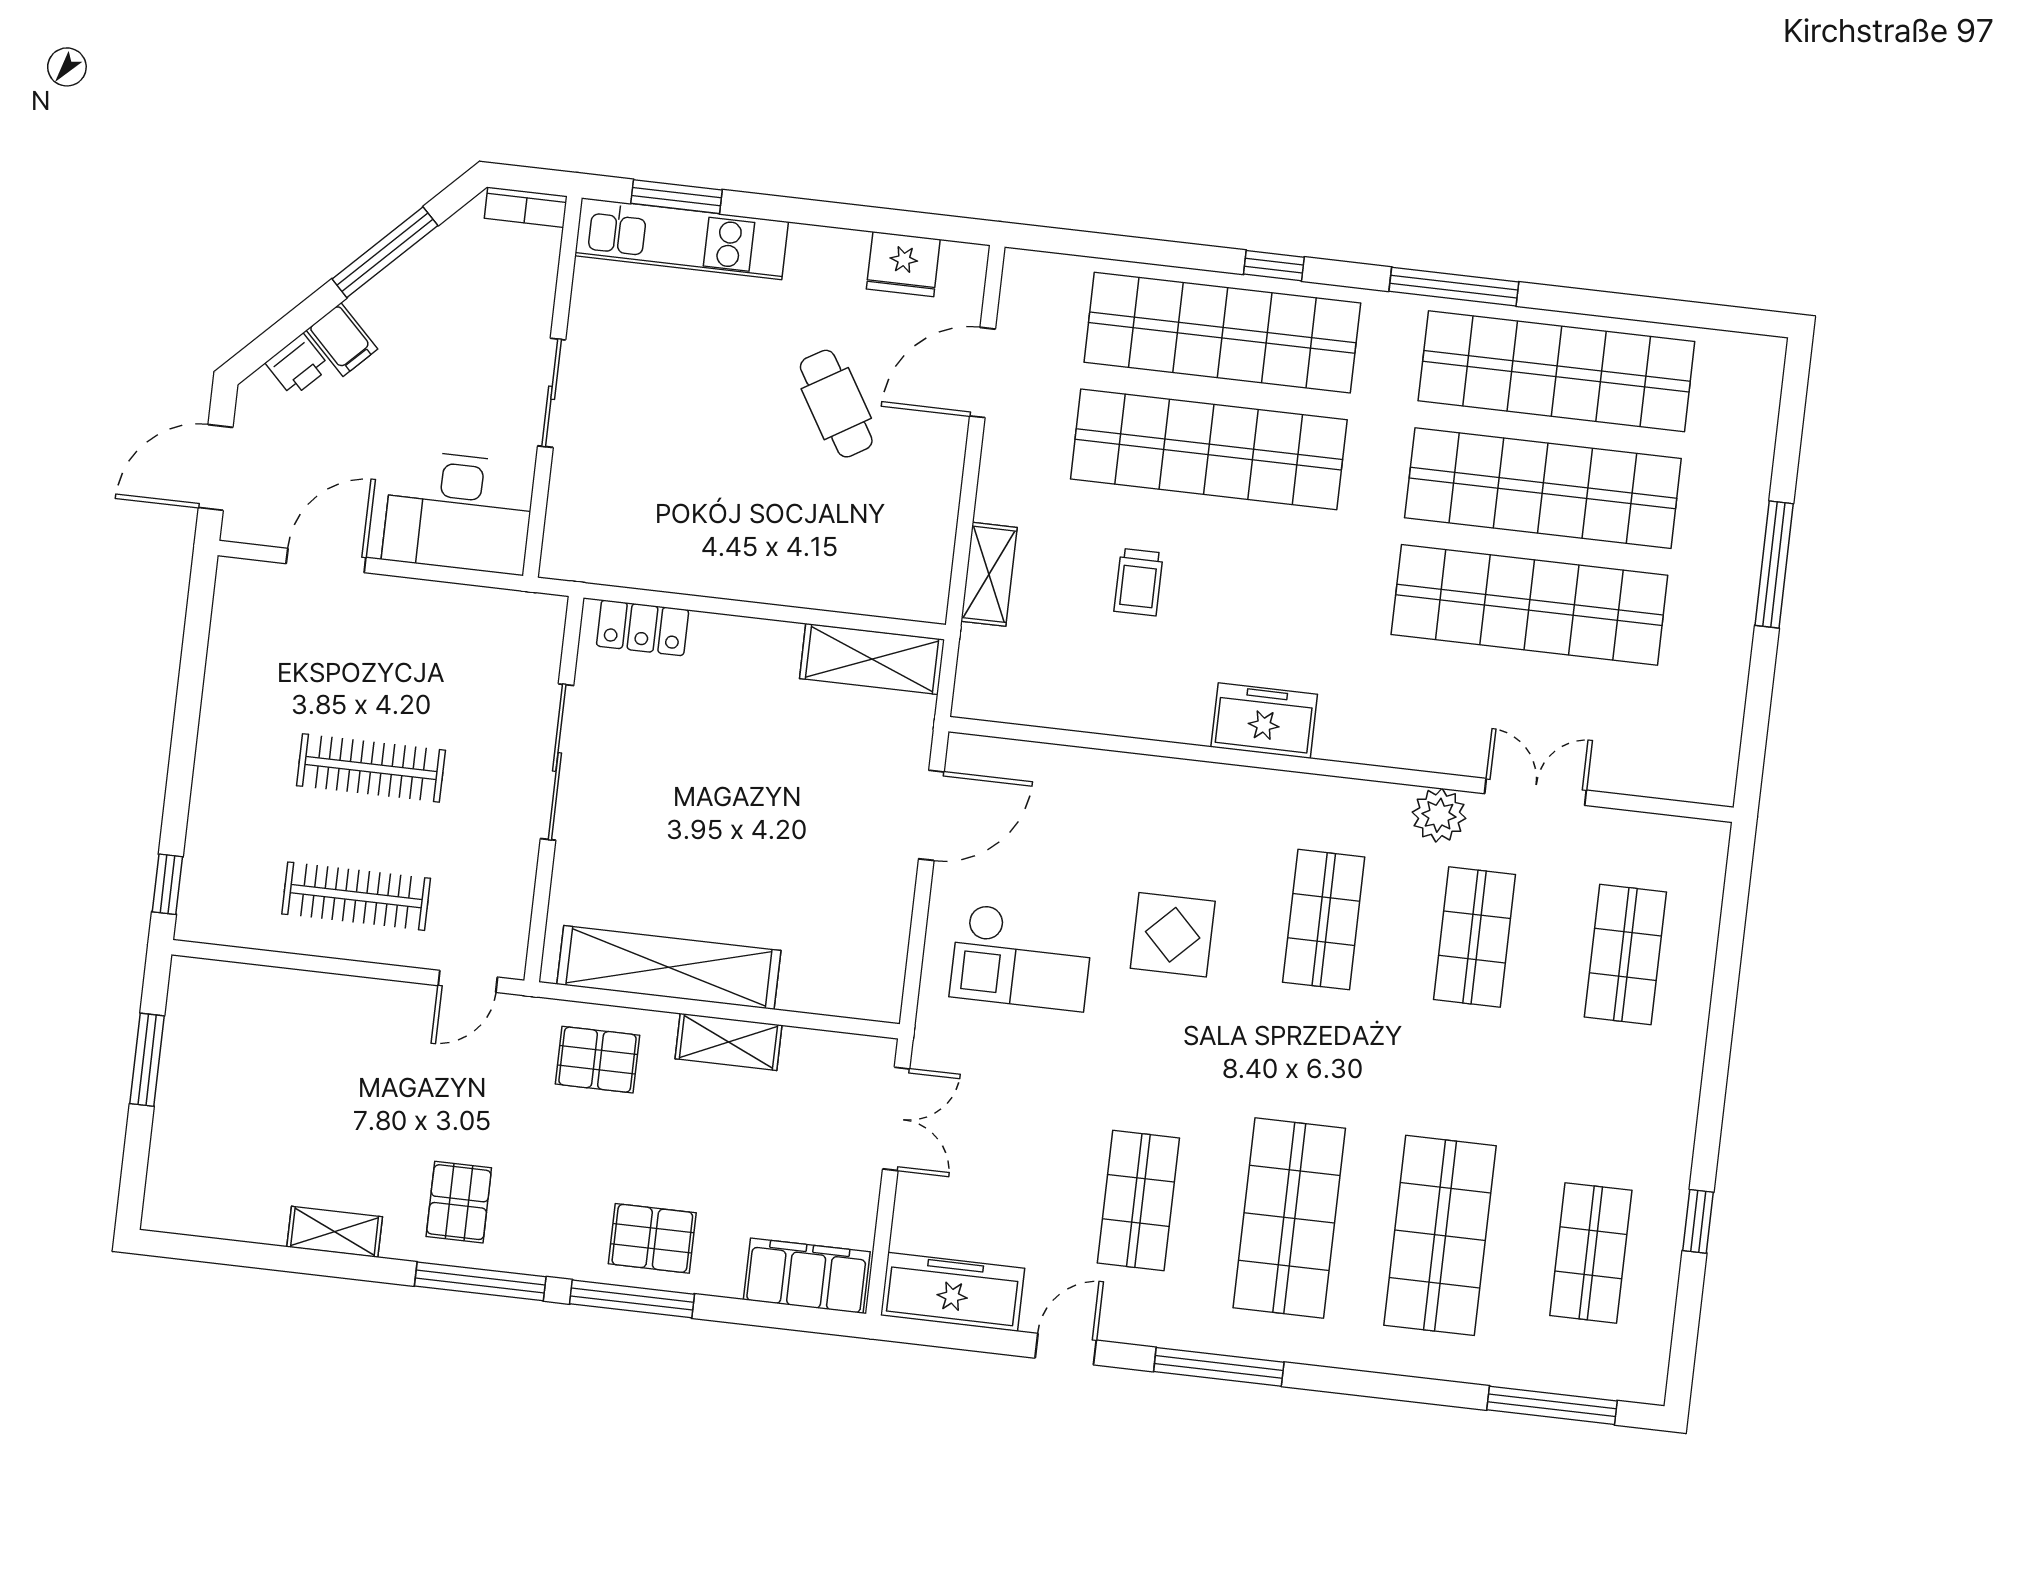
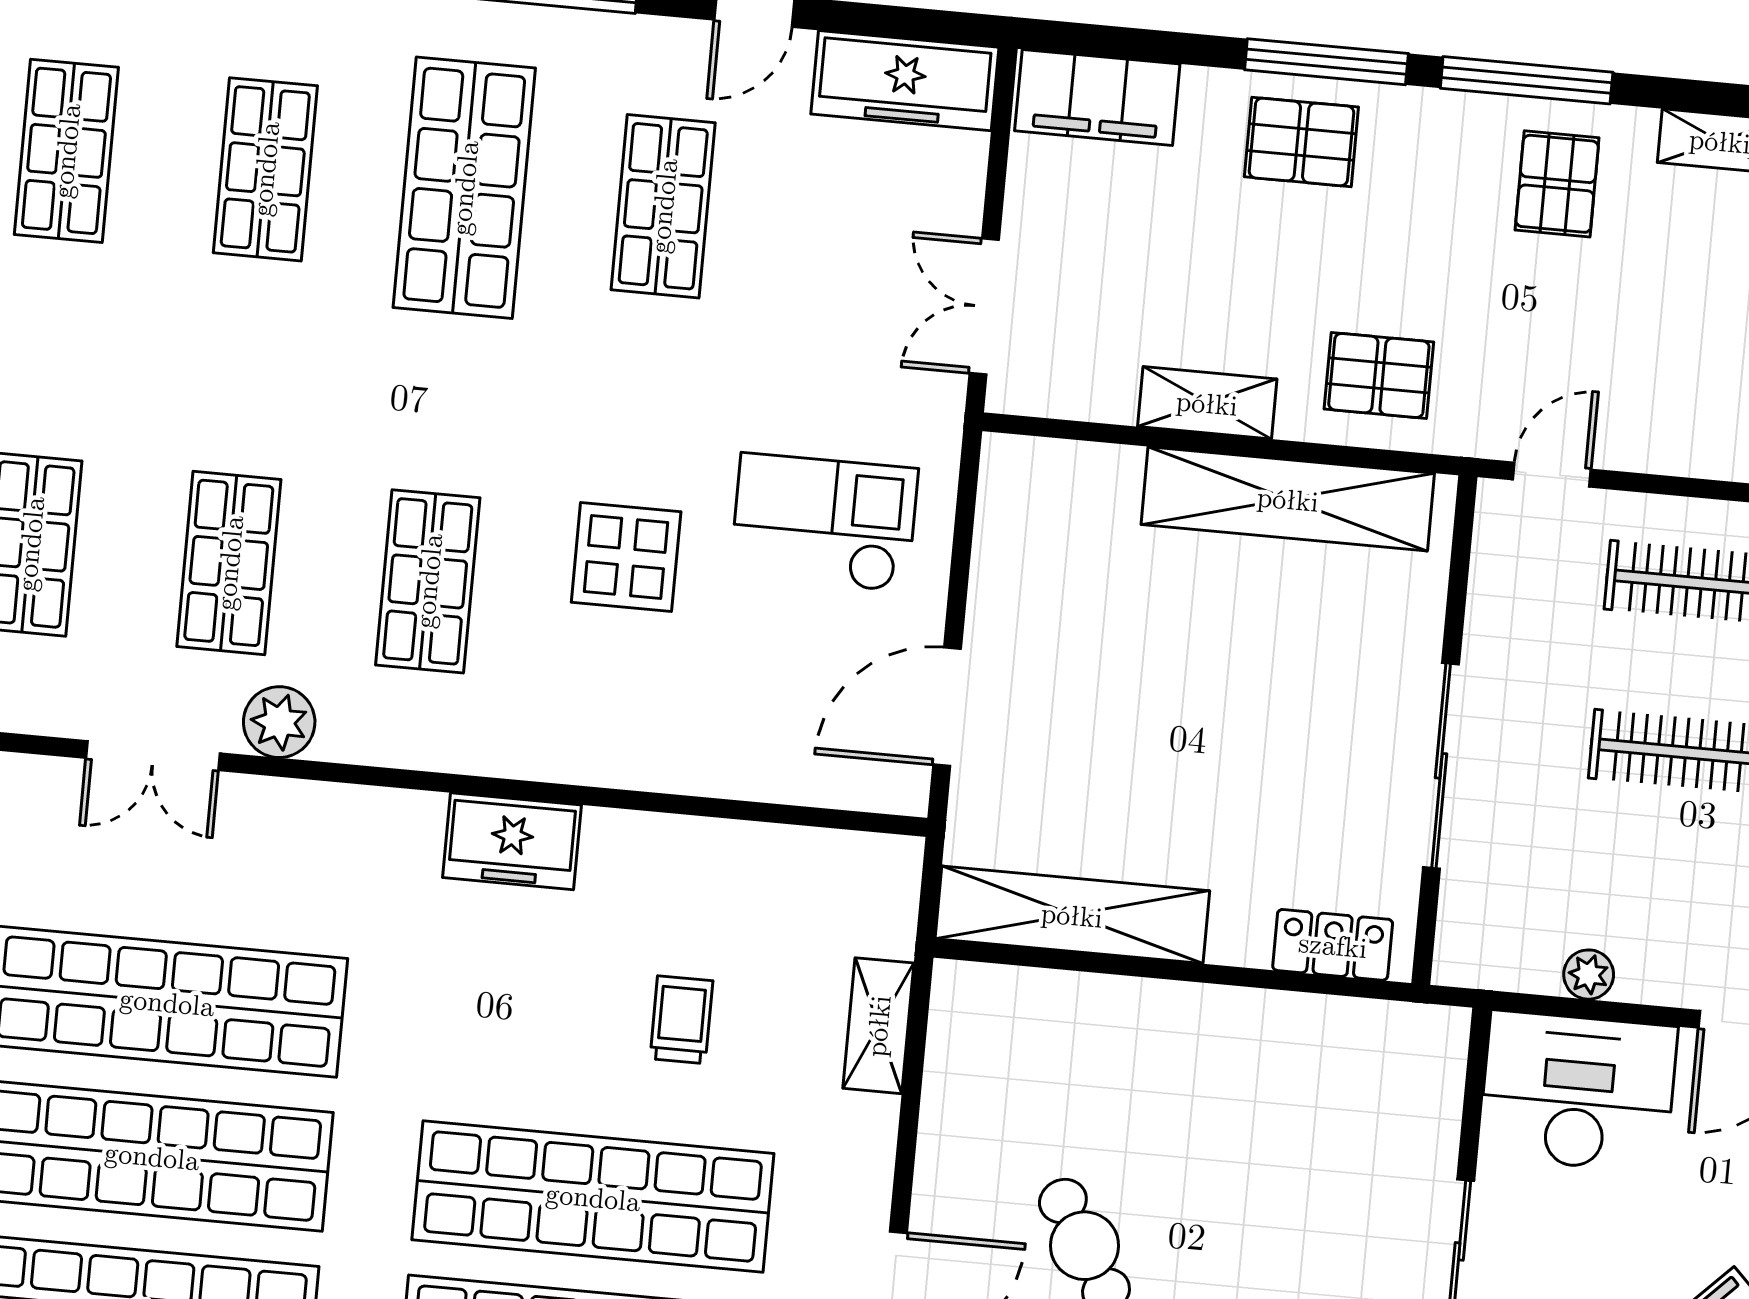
plant: (449, 601) -> (1589, 975), added
shelving: (872, 659) -> (1072, 915), width x1.47
shop shelf: (1440, 1235) -> (265, 169), width x0.70, depth x0.74

